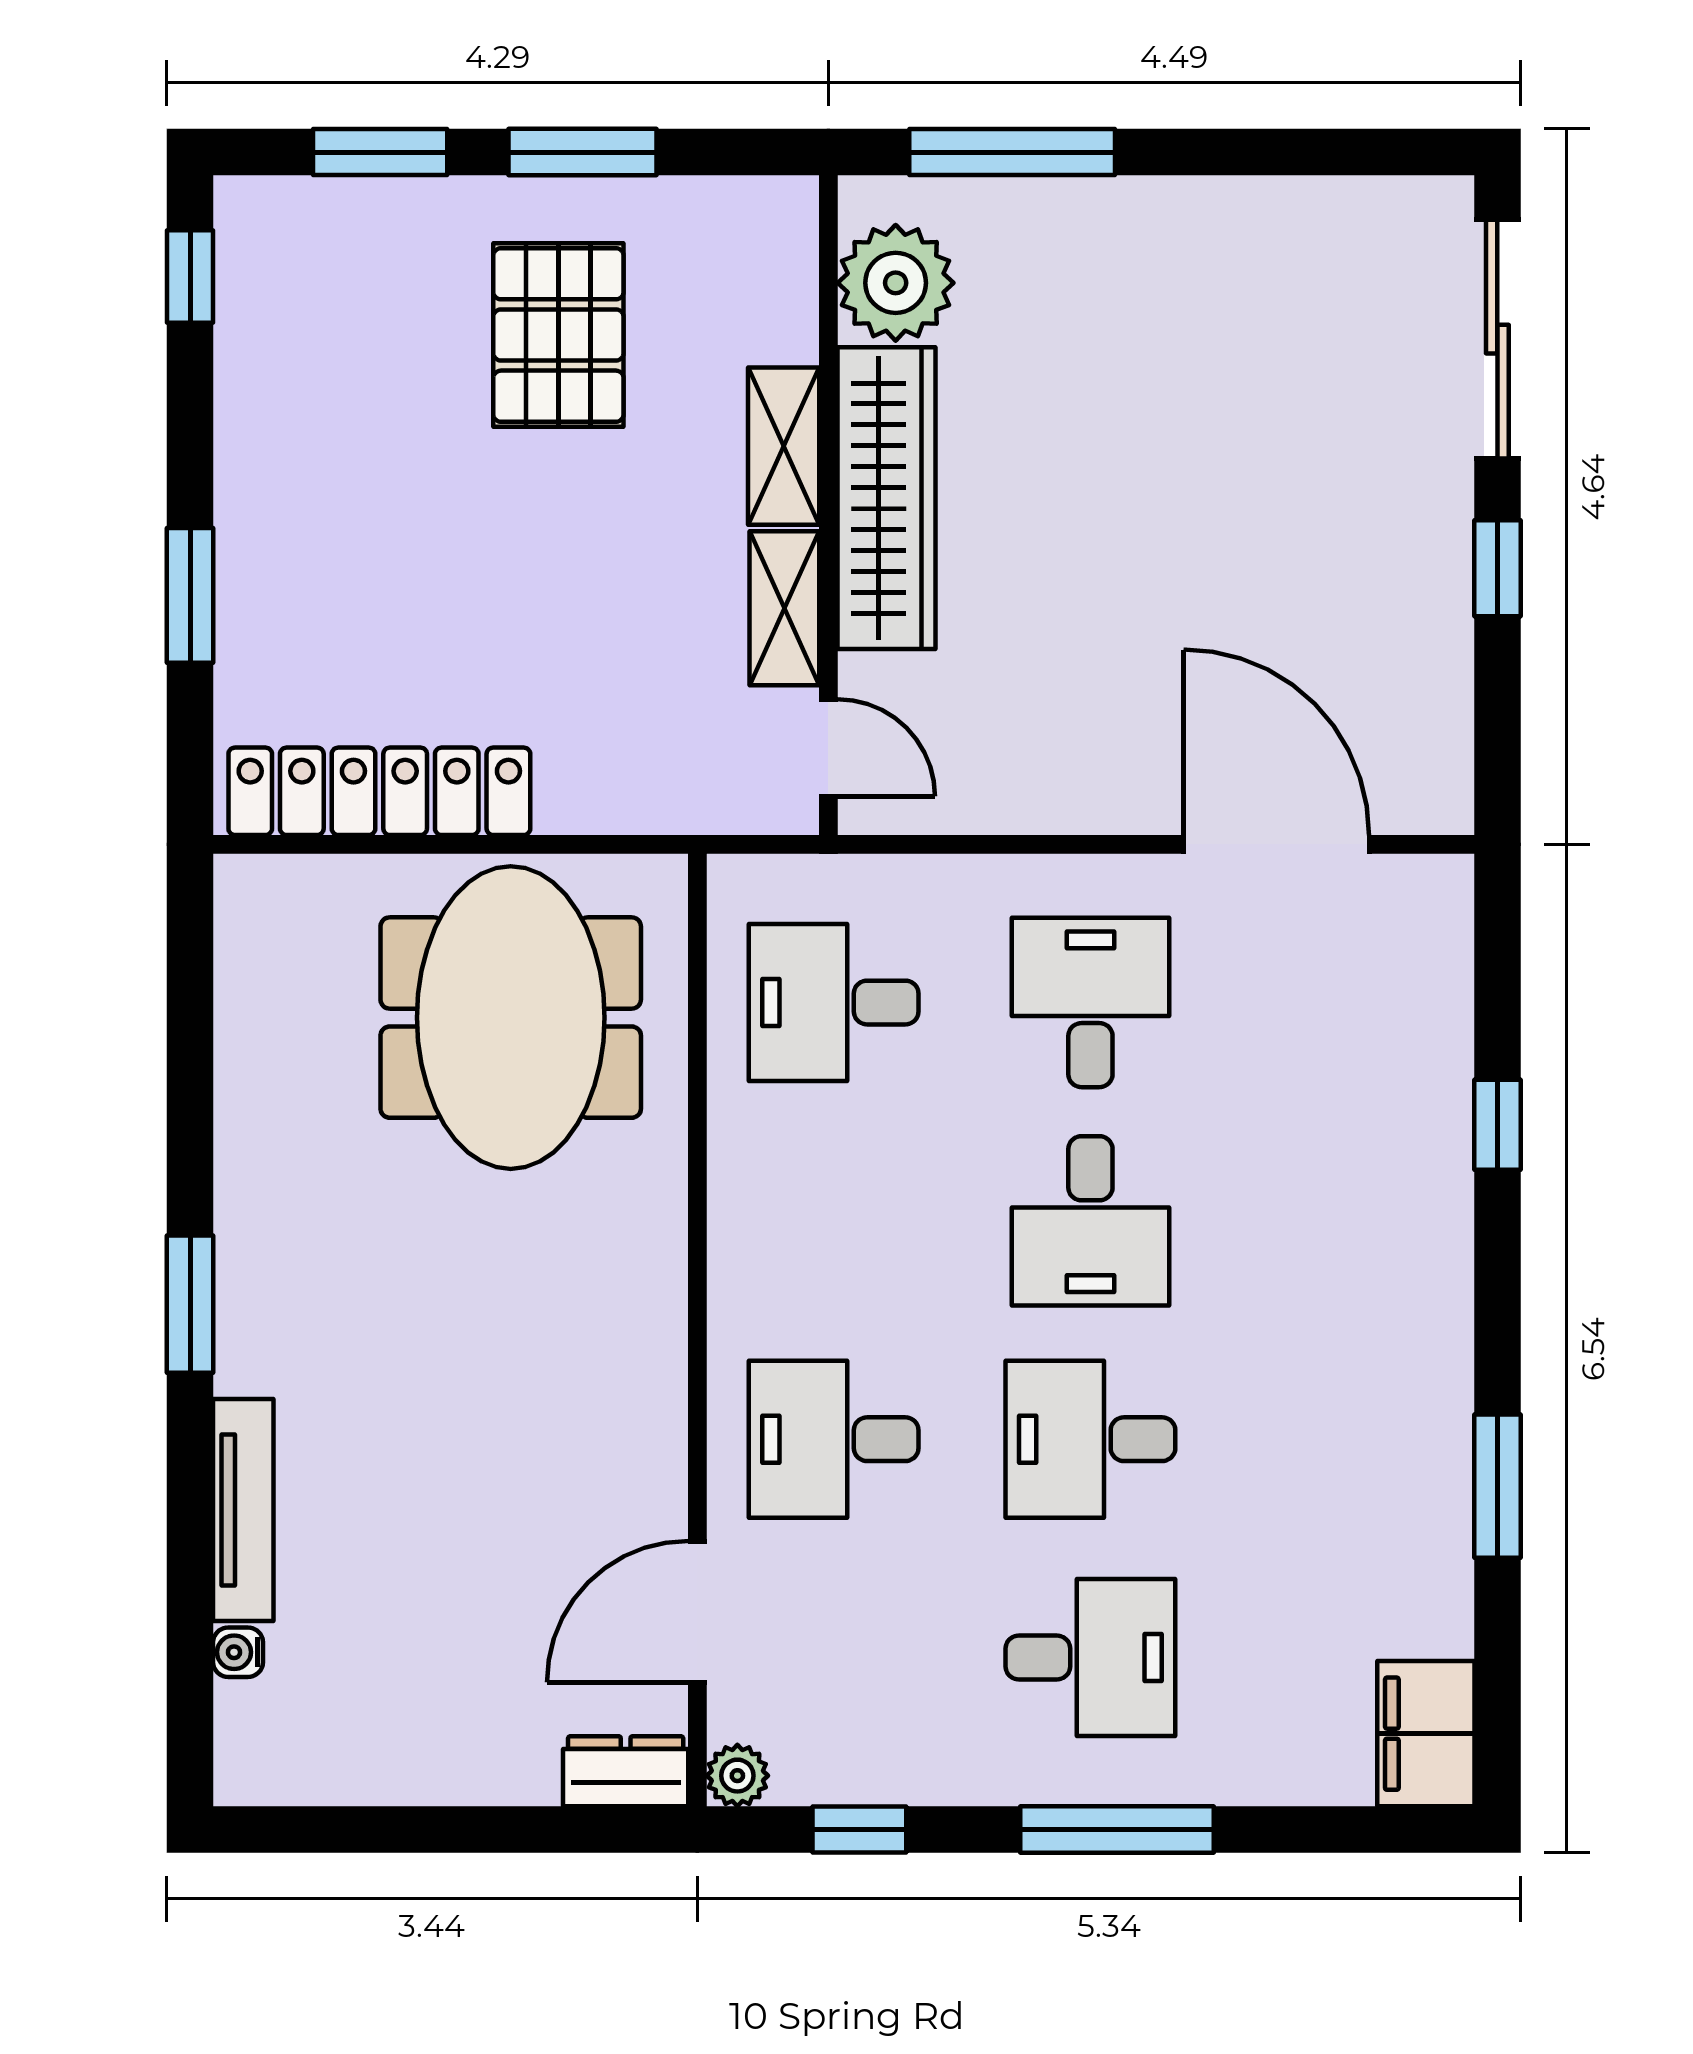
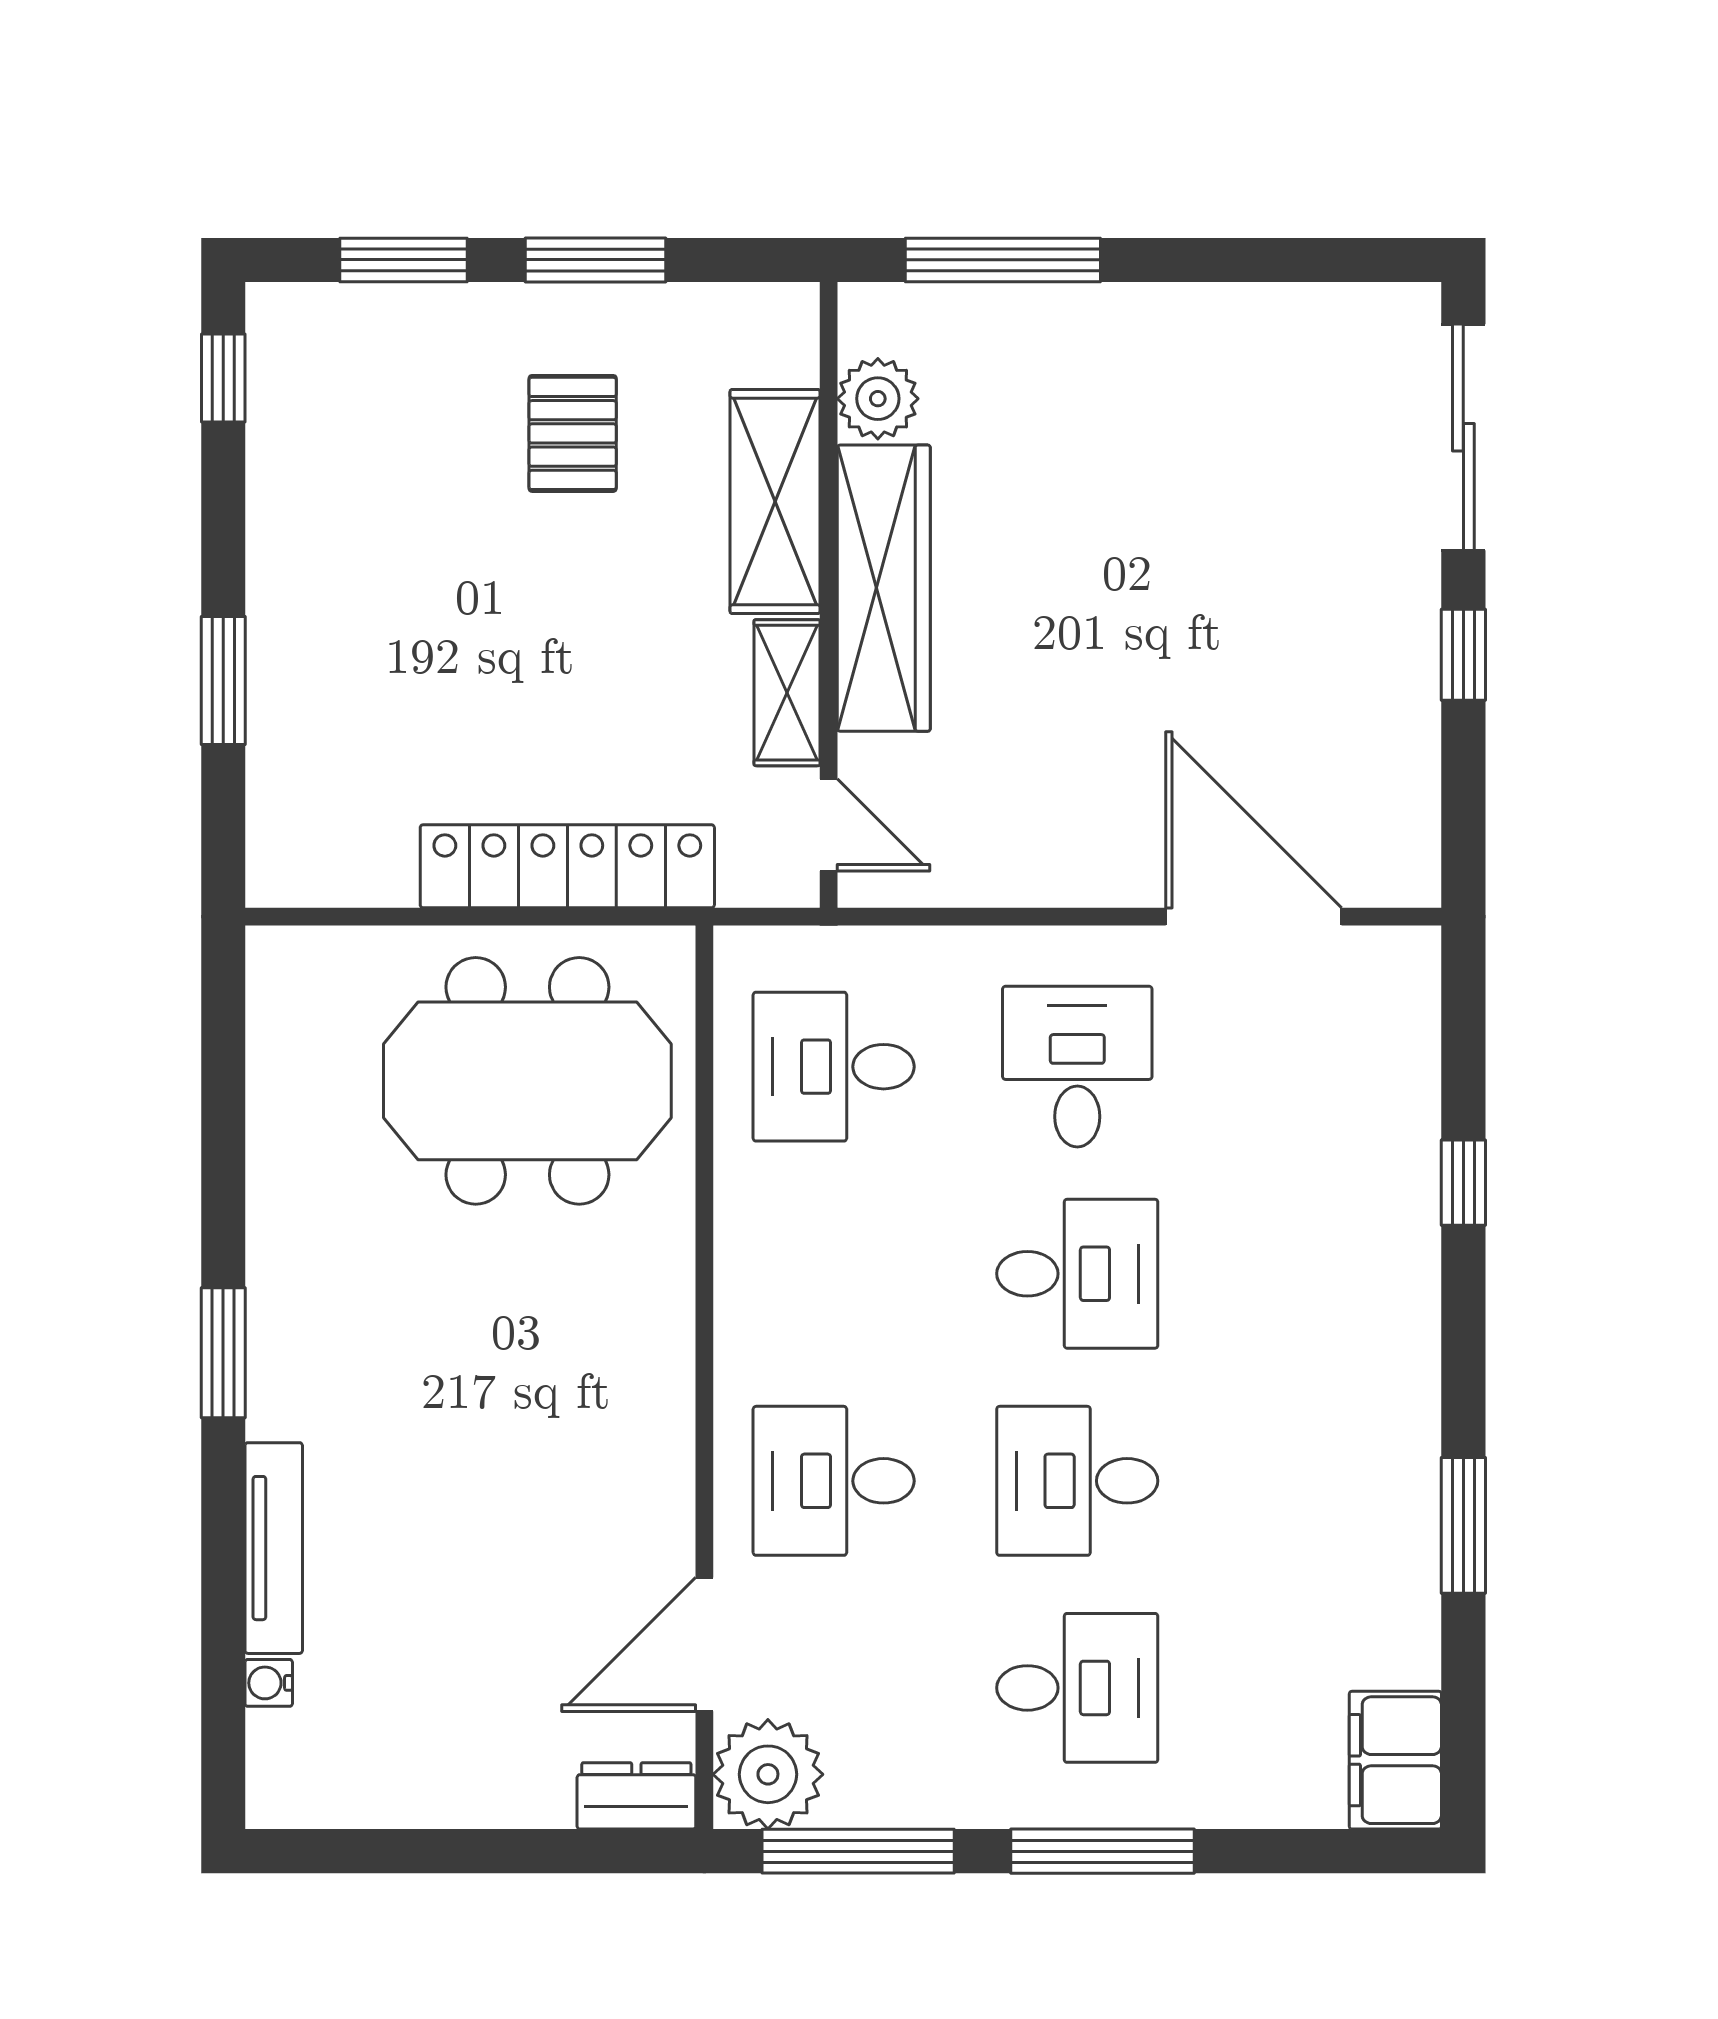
plant: (896, 283) -> (878, 399), width x0.73, depth x0.73
pallet: (558, 335) -> (573, 433), width x0.67, depth x0.71
shelving: (784, 446) -> (775, 501), width x1.50, depth x1.33
locker: (379, 791) -> (567, 866), moved
meeting table: (511, 1018) -> (527, 1081), turned 90
desk: (1090, 1221) -> (1077, 1274), turned -90
plant: (737, 1776) -> (768, 1774), width x1.88, depth x1.88
window: (859, 1830) -> (858, 1851), width x2.17

